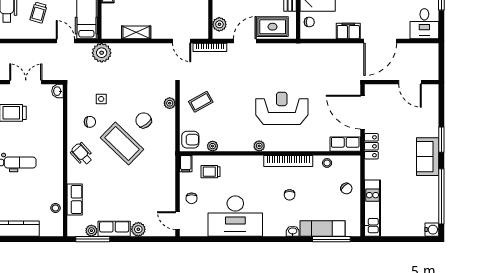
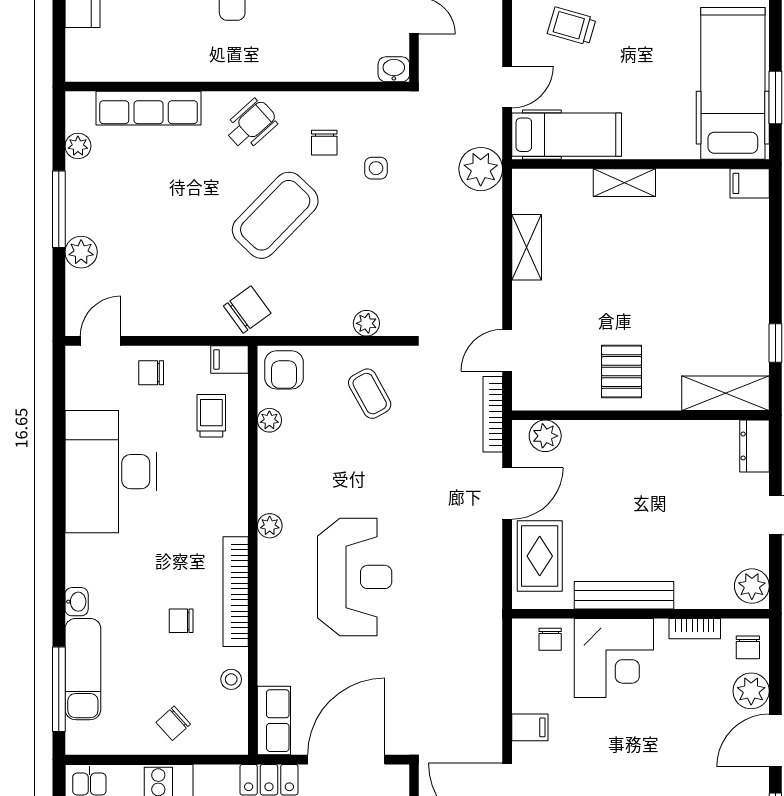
filing cabinet: (348, 31) -> (530, 727), width x0.50
door: (245, 41) -> (507, 493), hinge flipped
chair: (144, 120) -> (247, 310), moved
chair: (290, 195) -> (181, 621), moved
row of seats: (75, 199) -> (149, 108), width x1.48
stool: (55, 208) -> (129, 65), removed
row of seats: (114, 229) -> (82, 197), removed
window: (93, 239) -> (59, 209), moved

